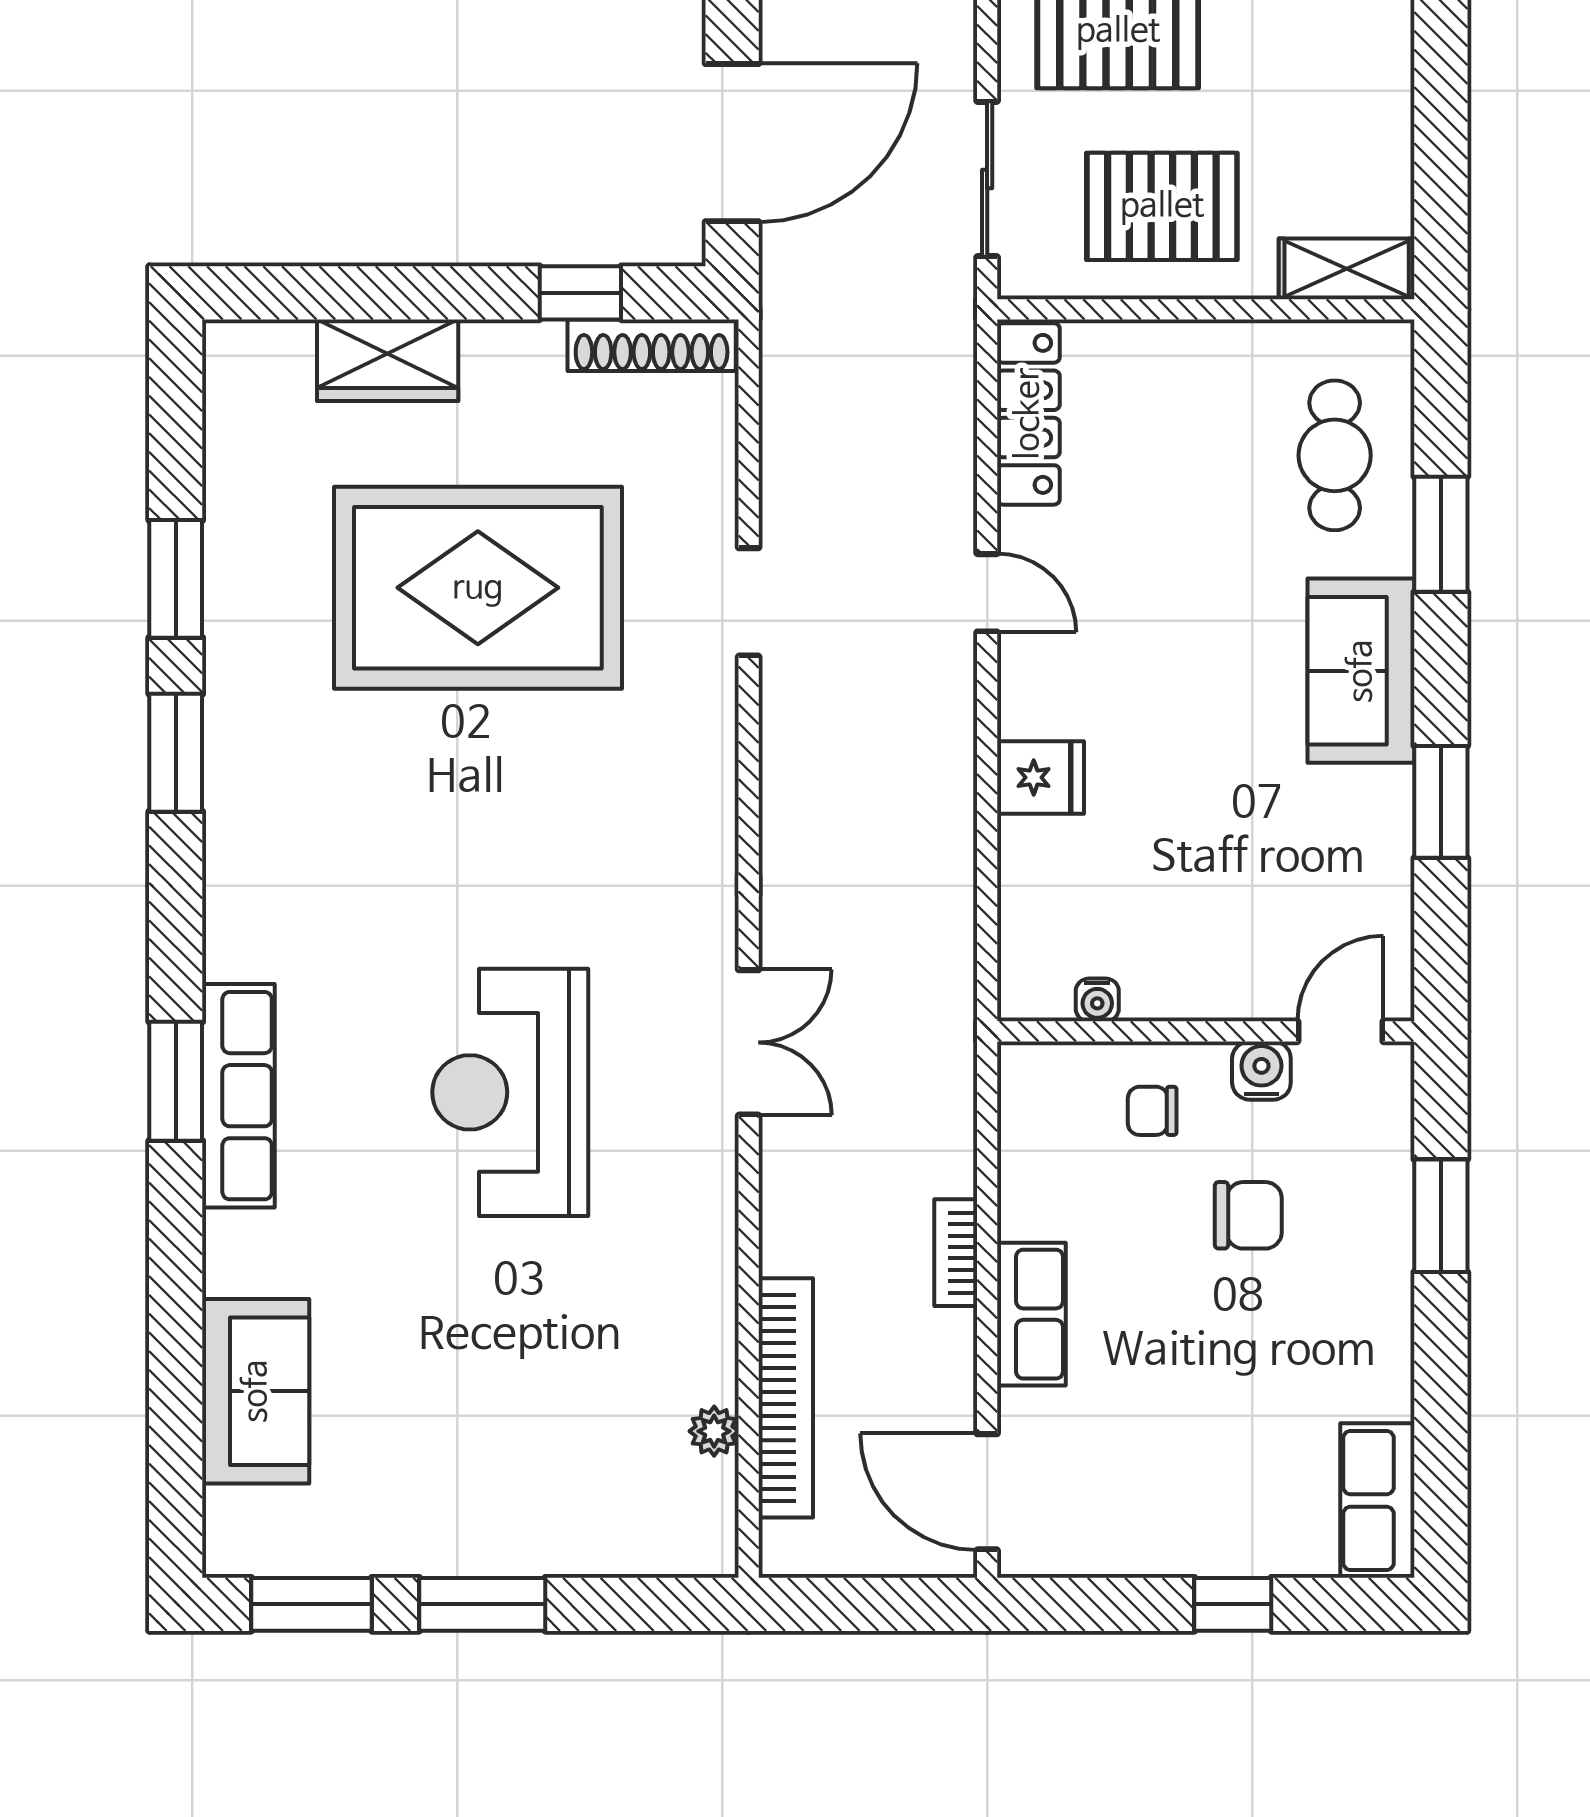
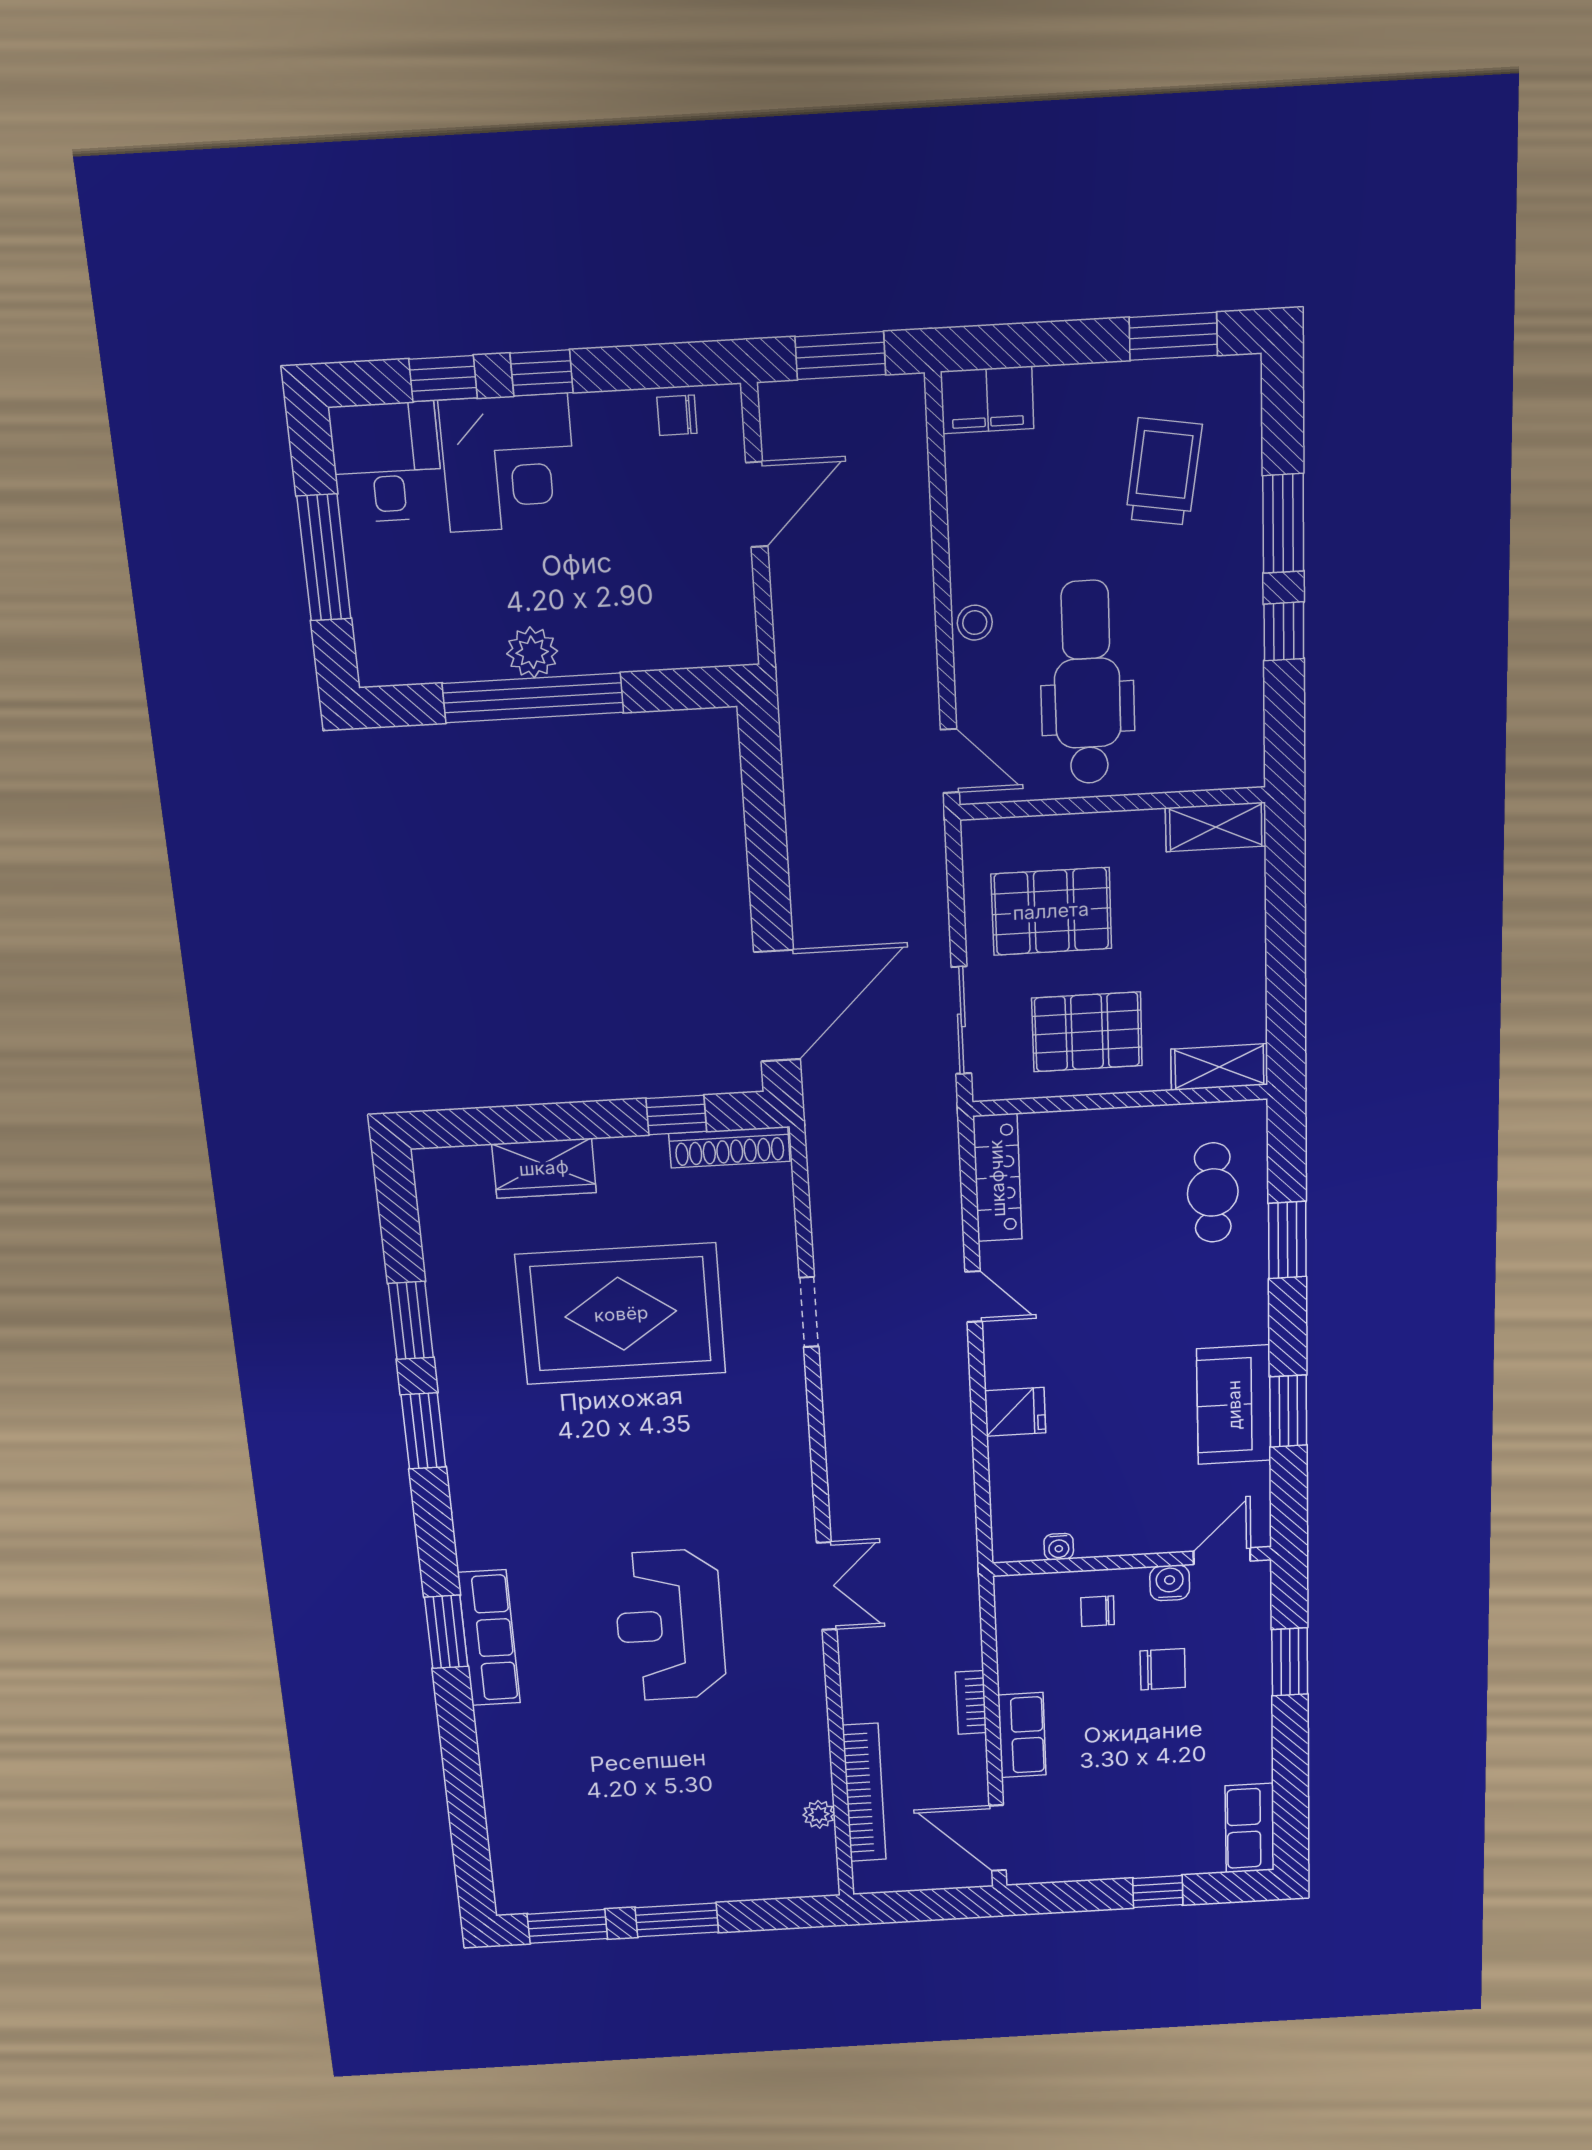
sofa: (1361, 671) -> (1234, 1405), moved
sofa: (256, 1391) -> (519, 1809), removed

